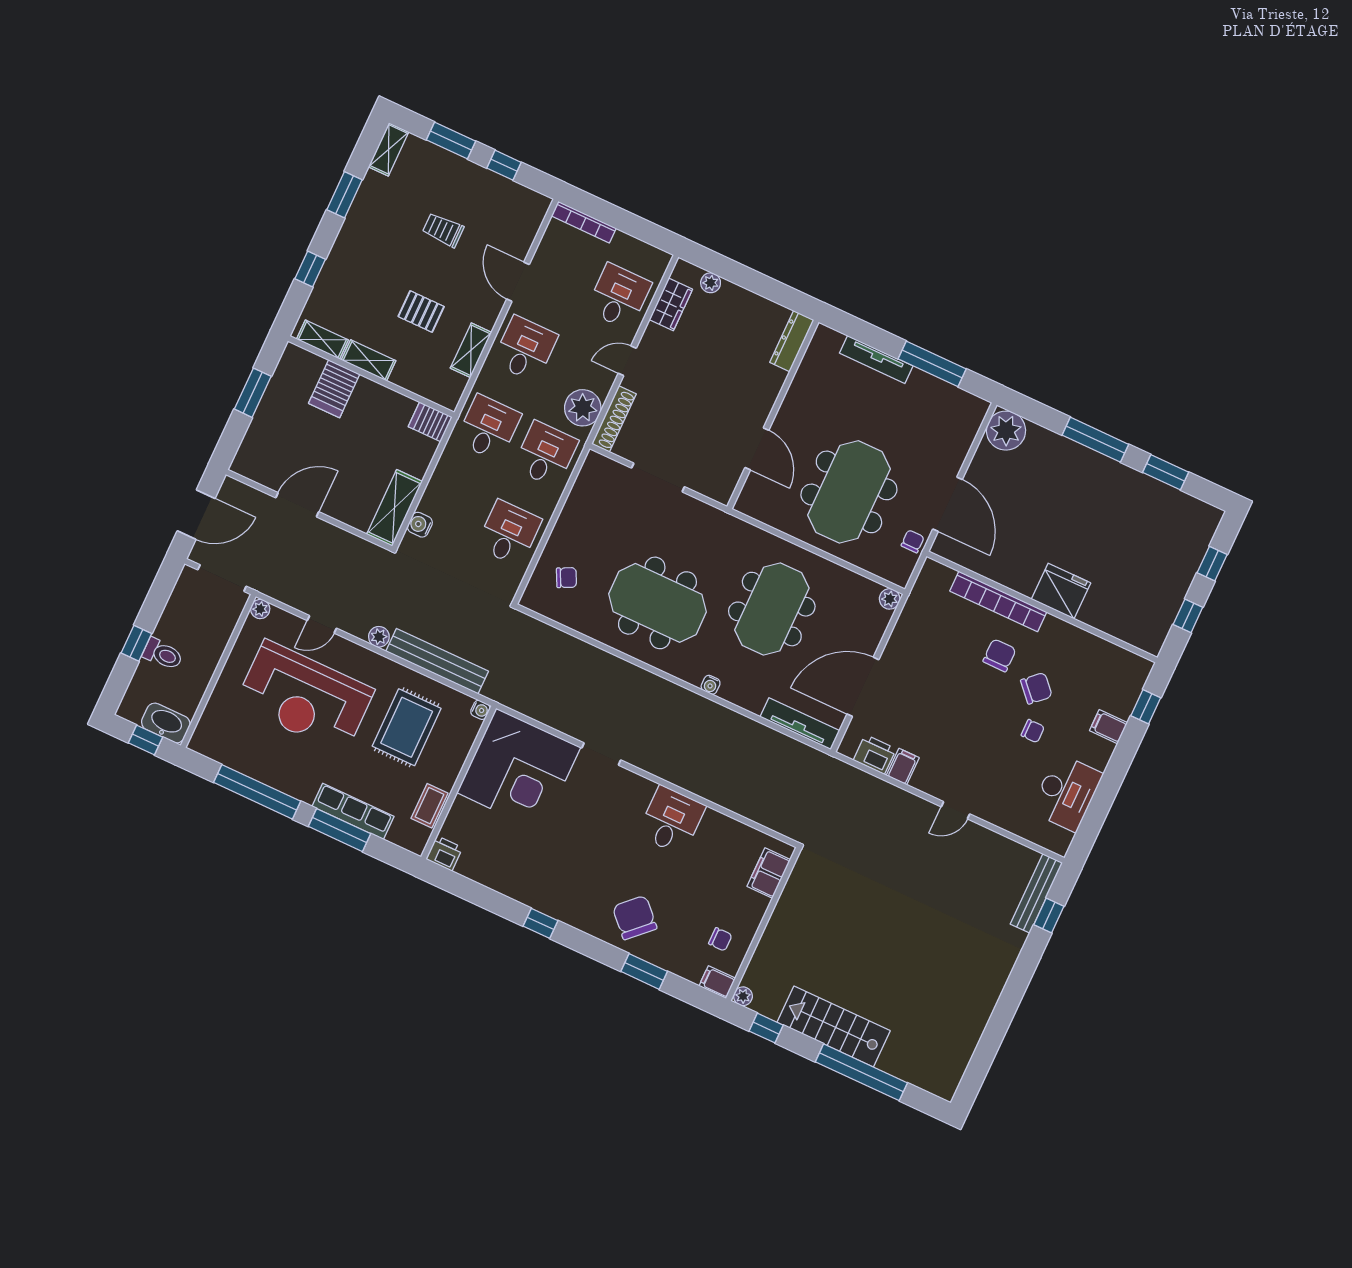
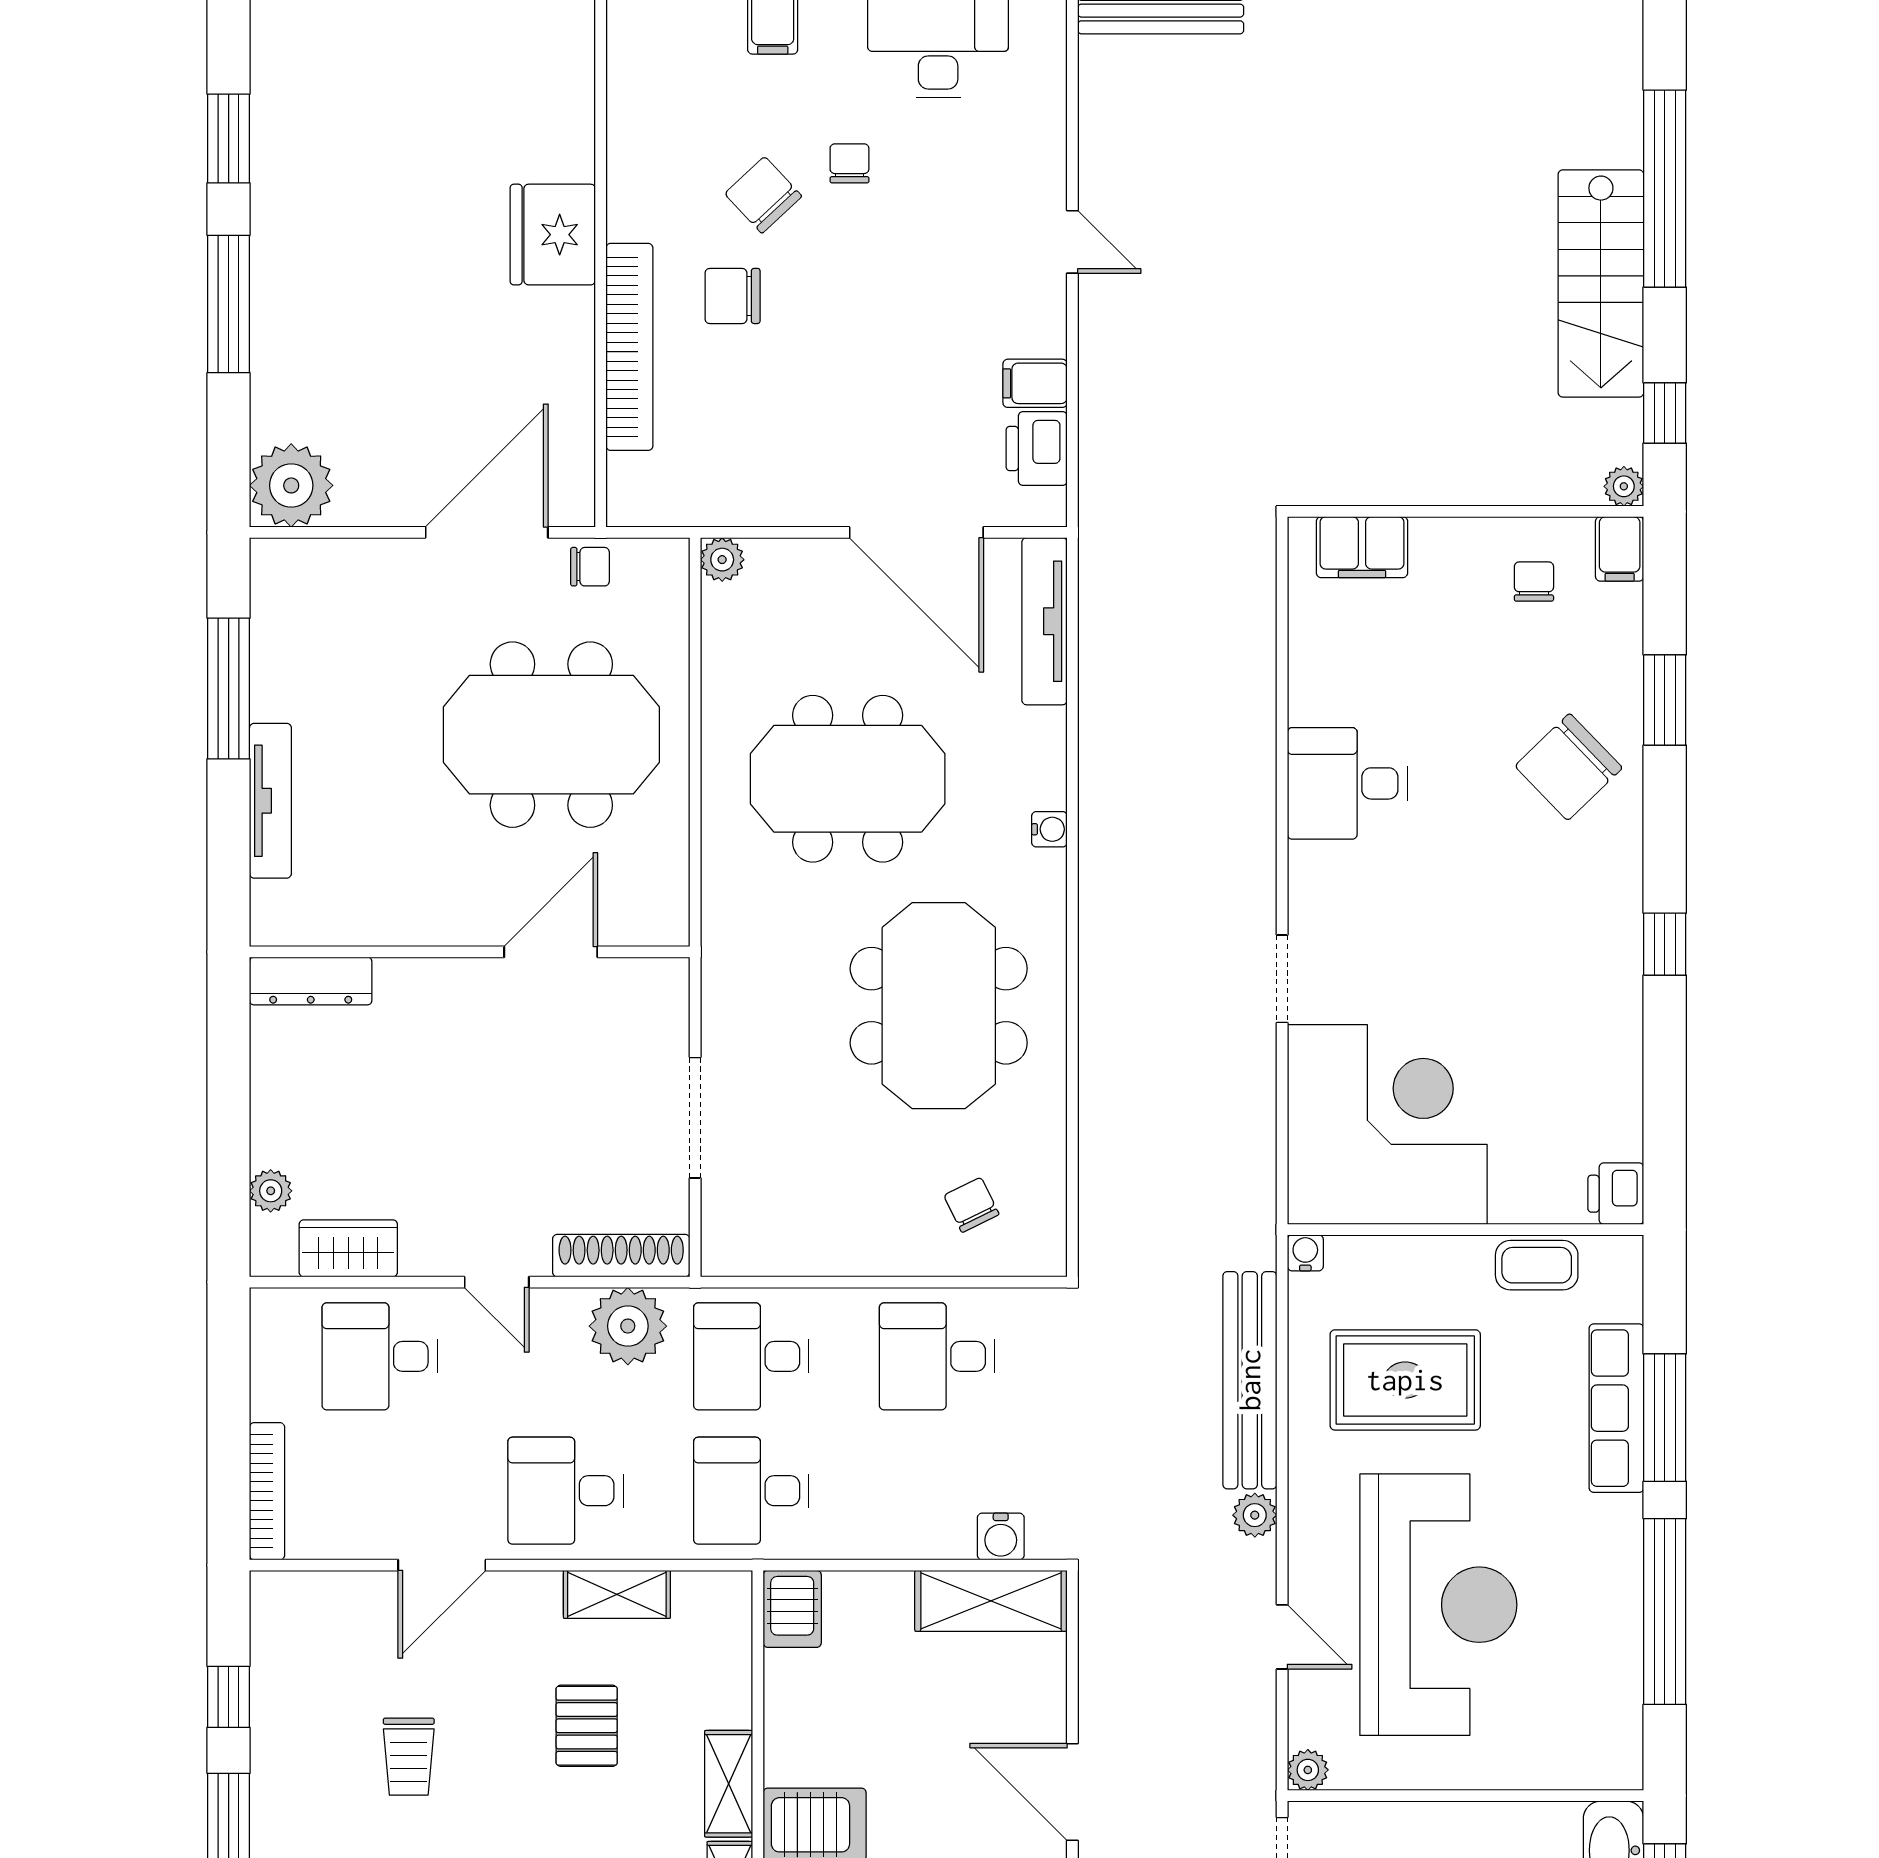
chair: (913, 541) -> (590, 567), turned 180

